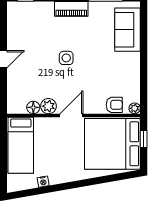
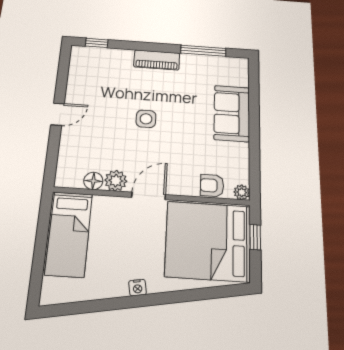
sofa: (128, 30) -> (232, 113), moved
armchair: (114, 105) -> (212, 185), turned 180
nightstand: (43, 182) -> (138, 288), moved

